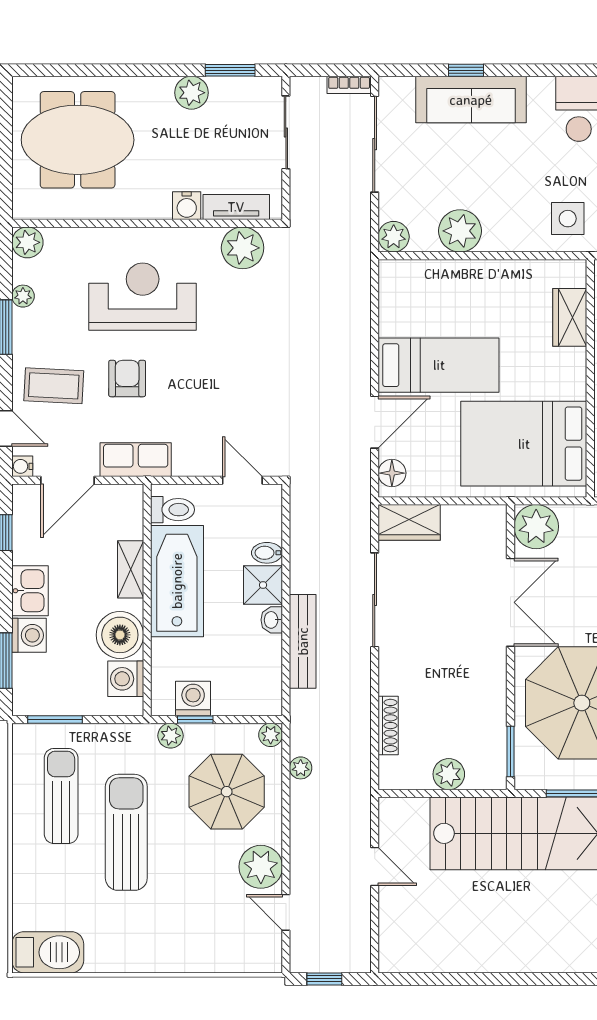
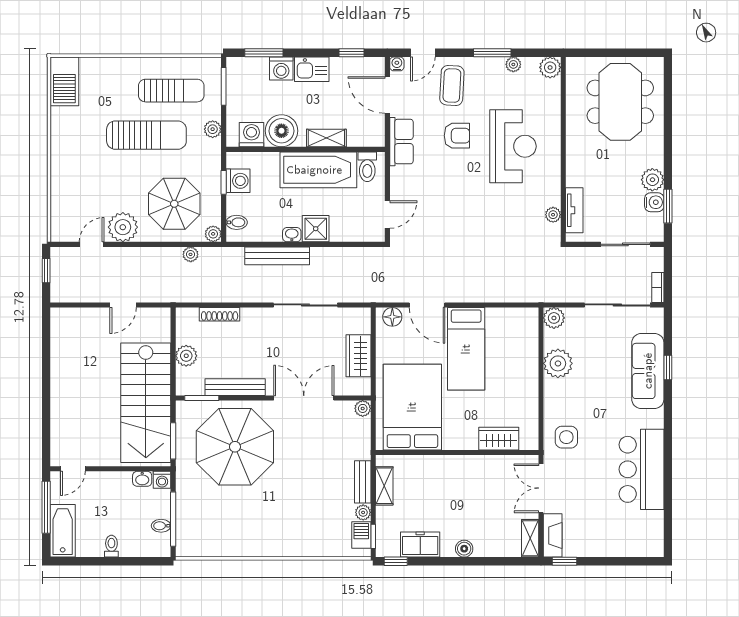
water cooler: (187, 206) -> (654, 202), moved, turned 180
plant: (243, 248) -> (553, 215), width x0.53, depth x0.53
wardrobe: (409, 522) -> (358, 356), moved
plant: (536, 527) -> (363, 408), width x0.53, depth x0.53
bidet: (267, 553) -> (237, 222), moved, turned 90
double door: (510, 602) -> (304, 398), swing flipped
bench: (495, 703) -> (235, 387), added
plant: (170, 736) -> (213, 129), moved

